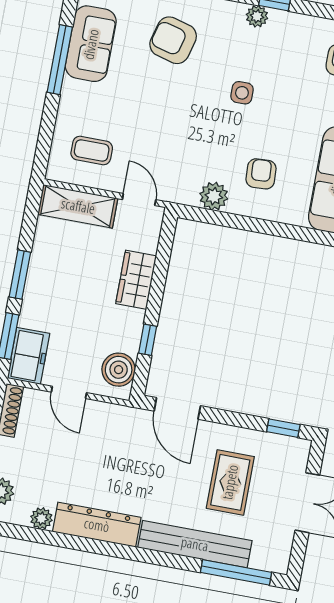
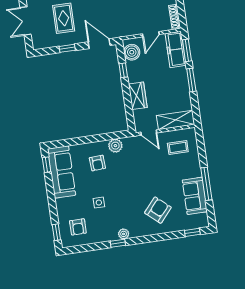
armchair: (173, 40) -> (158, 210), turned -64
side table: (242, 93) -> (99, 203), moved
freezer: (28, 356) -> (176, 49), width x1.40
door: (69, 392) -> (151, 34), swing flipped
window: (283, 428) -> (67, 48), moved

